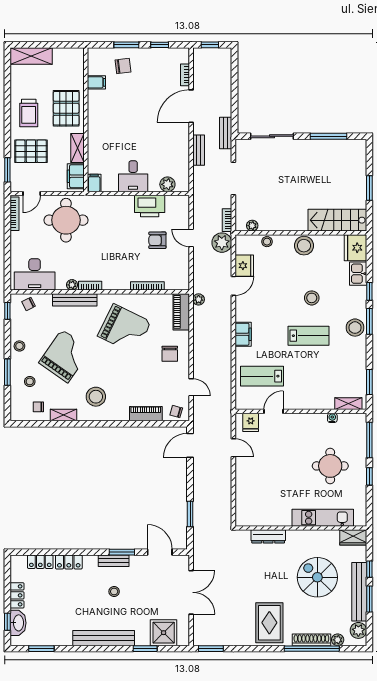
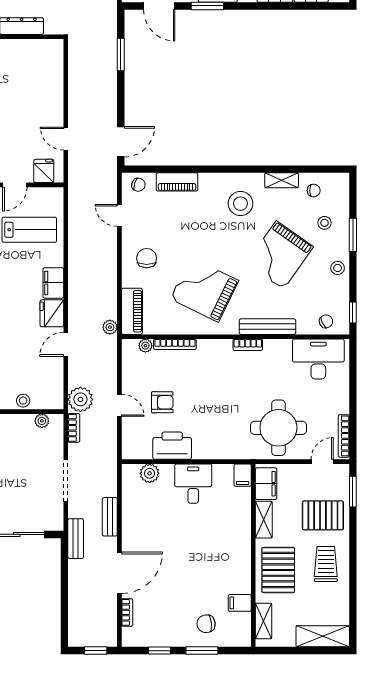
shelving: (78, 68) -> (264, 621), added
fridge: (244, 266) -> (52, 313), moved
plant: (72, 285) -> (145, 346), moved

